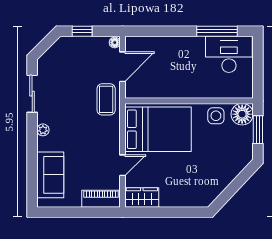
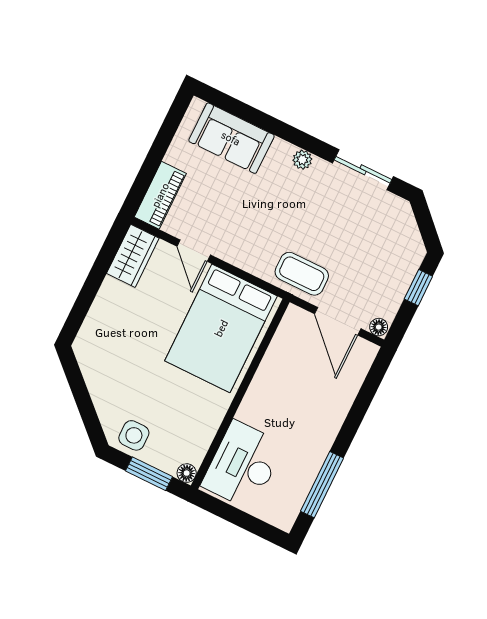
desk: (229, 54) -> (243, 465), moved, turned 180
floor lamp: (242, 114) -> (187, 473), width x0.53, depth x0.53
side table: (216, 116) -> (134, 435), moved

